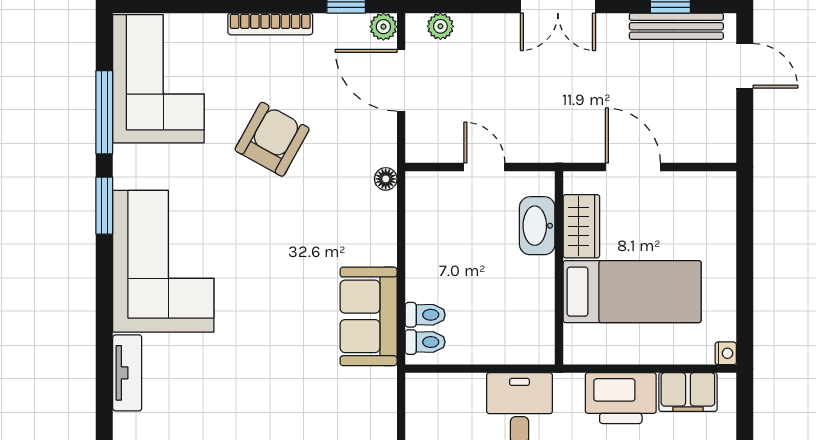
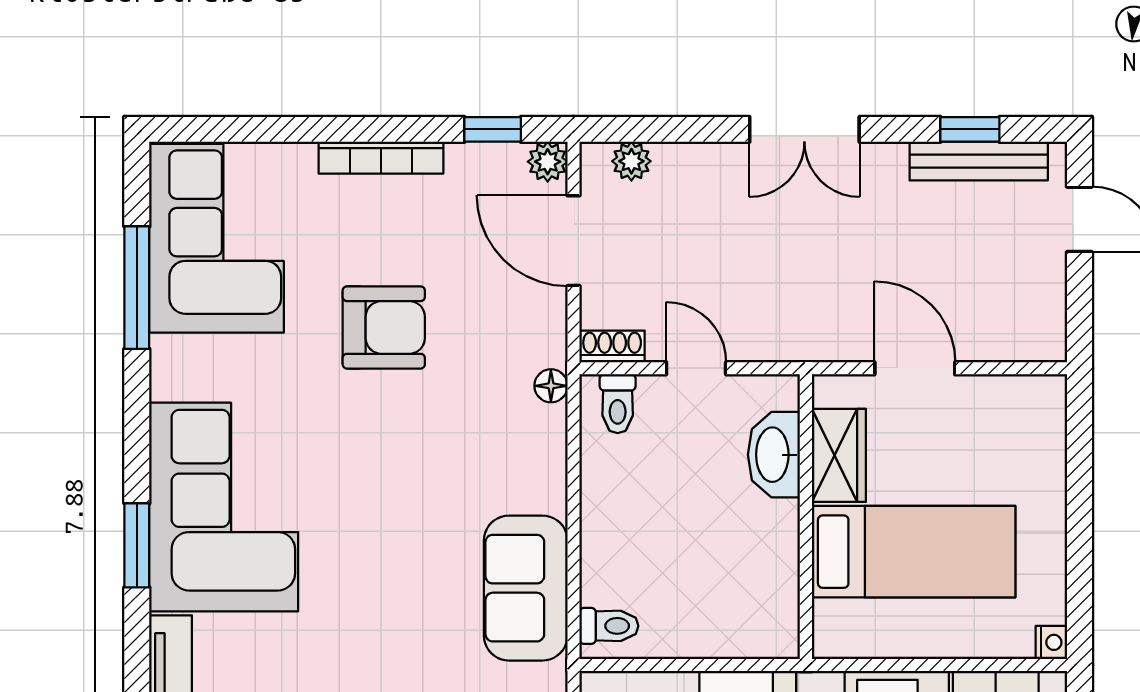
armchair: (272, 139) -> (384, 327), turned 61
shoe rack: (427, 152) -> (612, 346), added
window: (104, 206) -> (137, 545), moved
toilet: (425, 315) -> (618, 404), moved, turned 90

